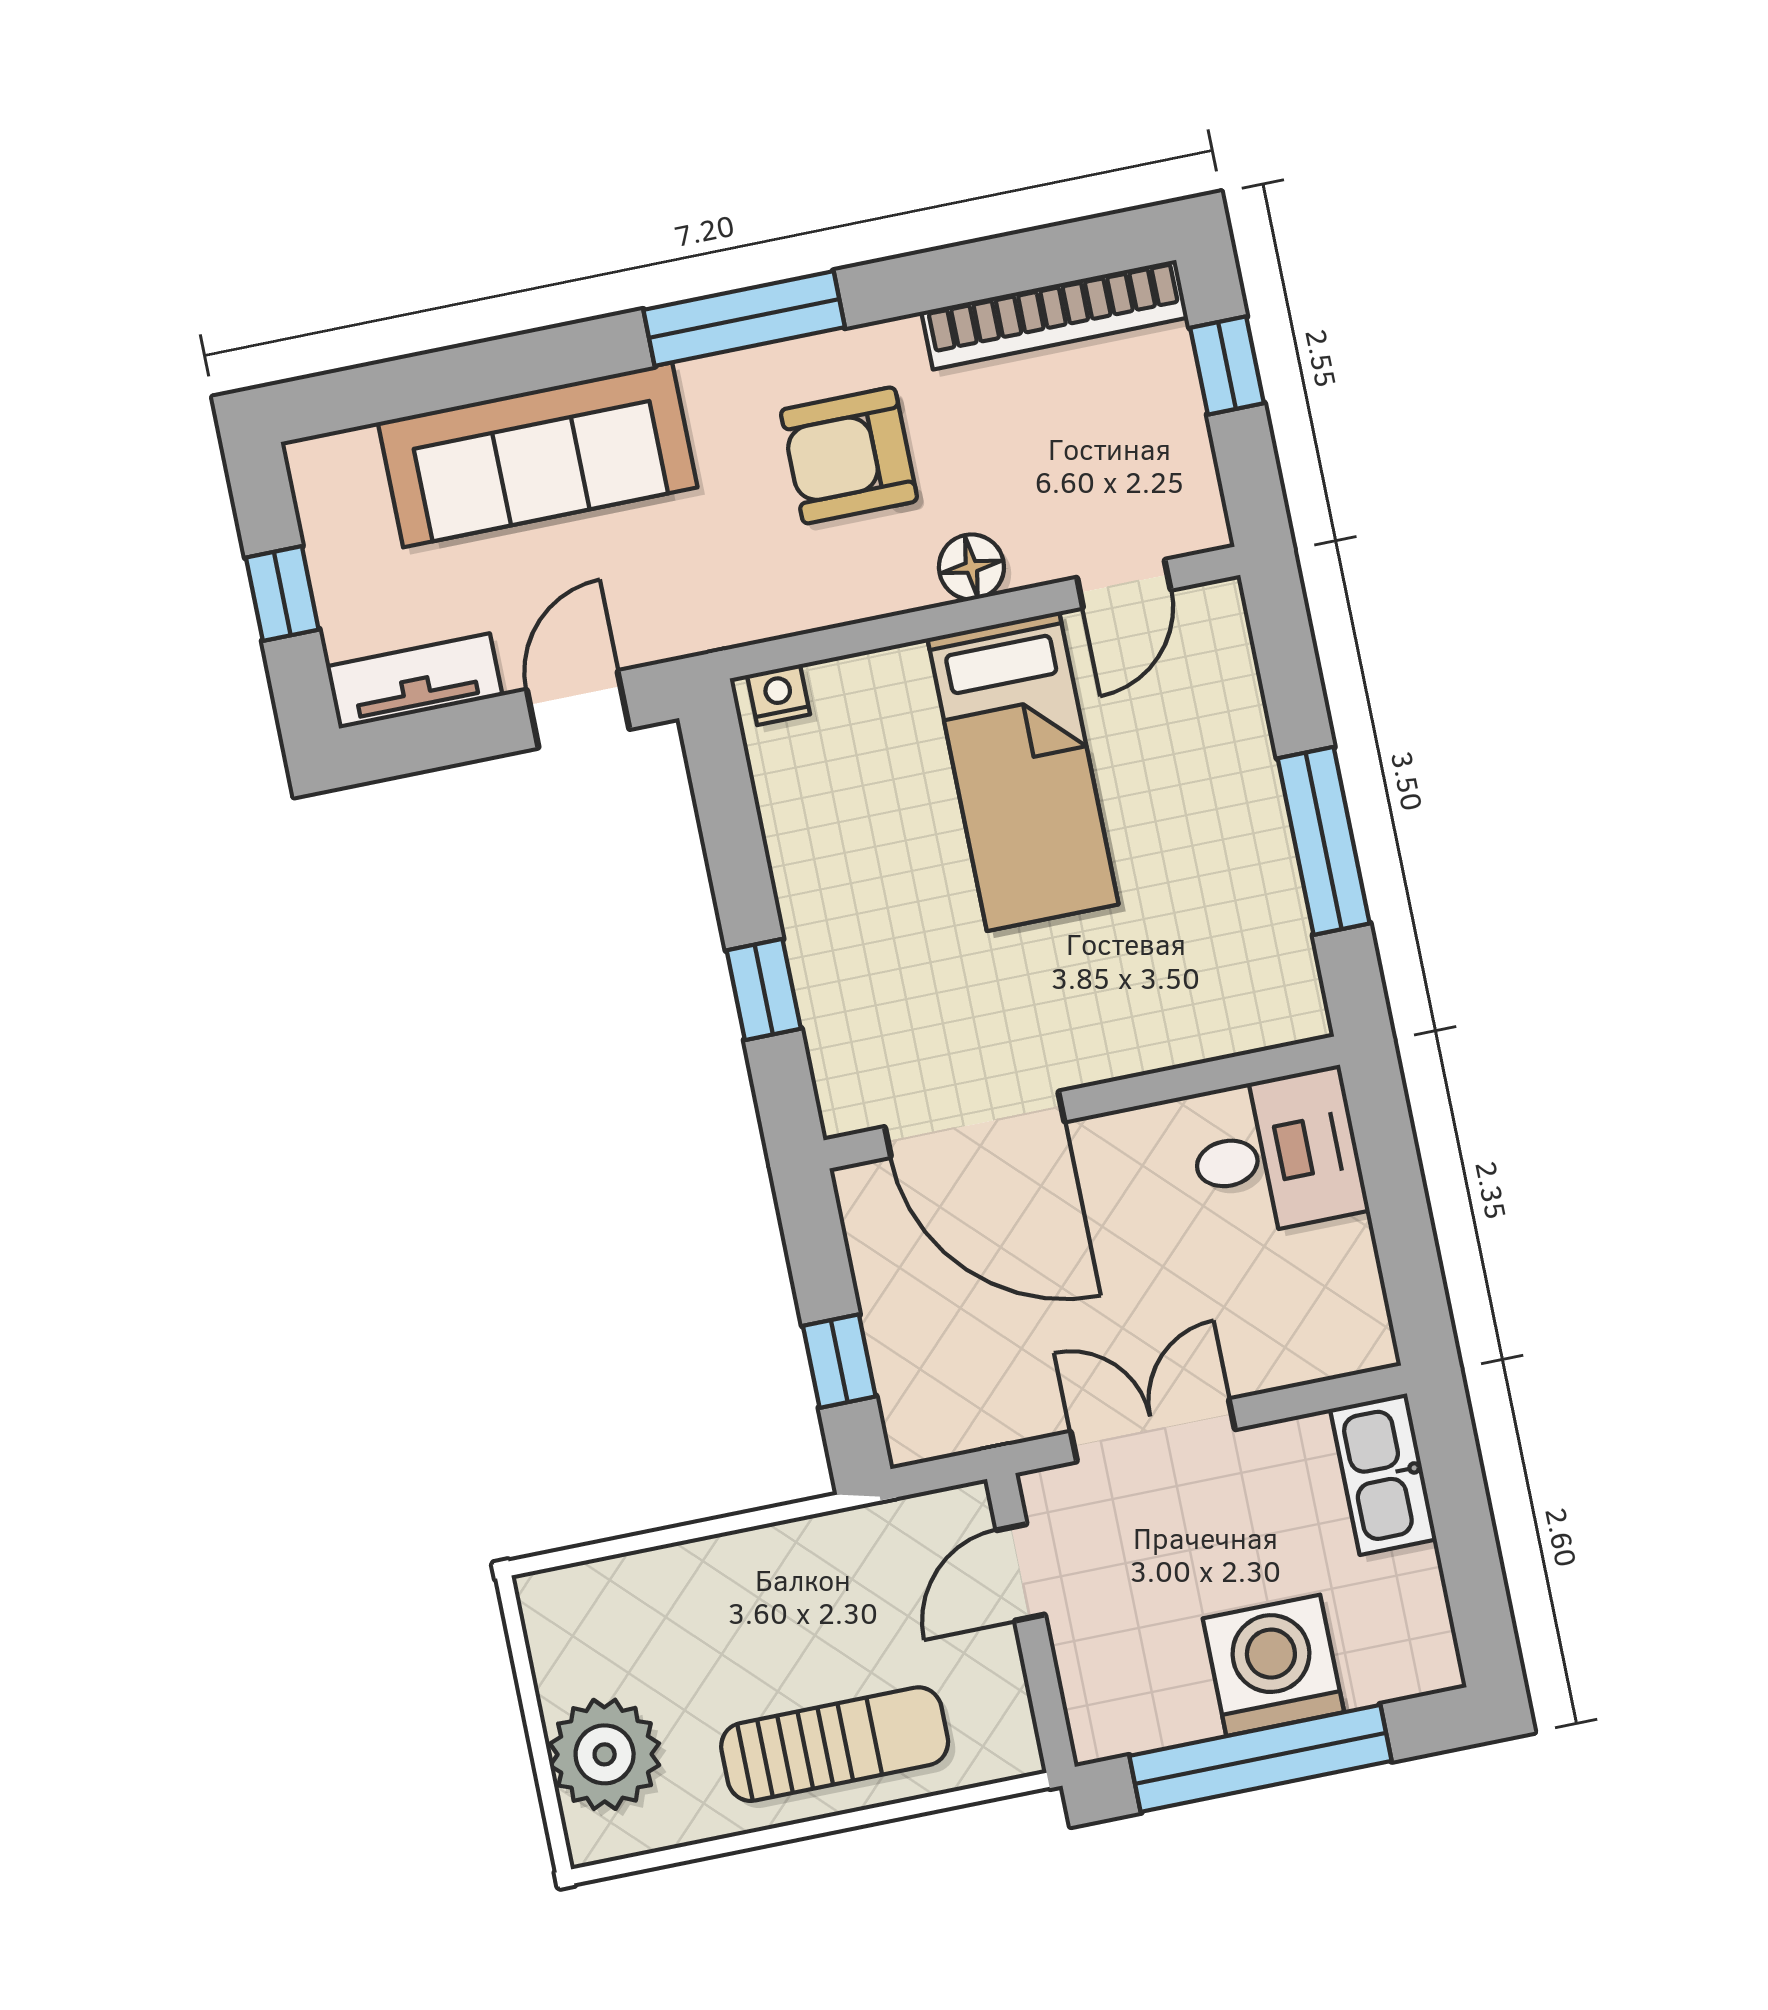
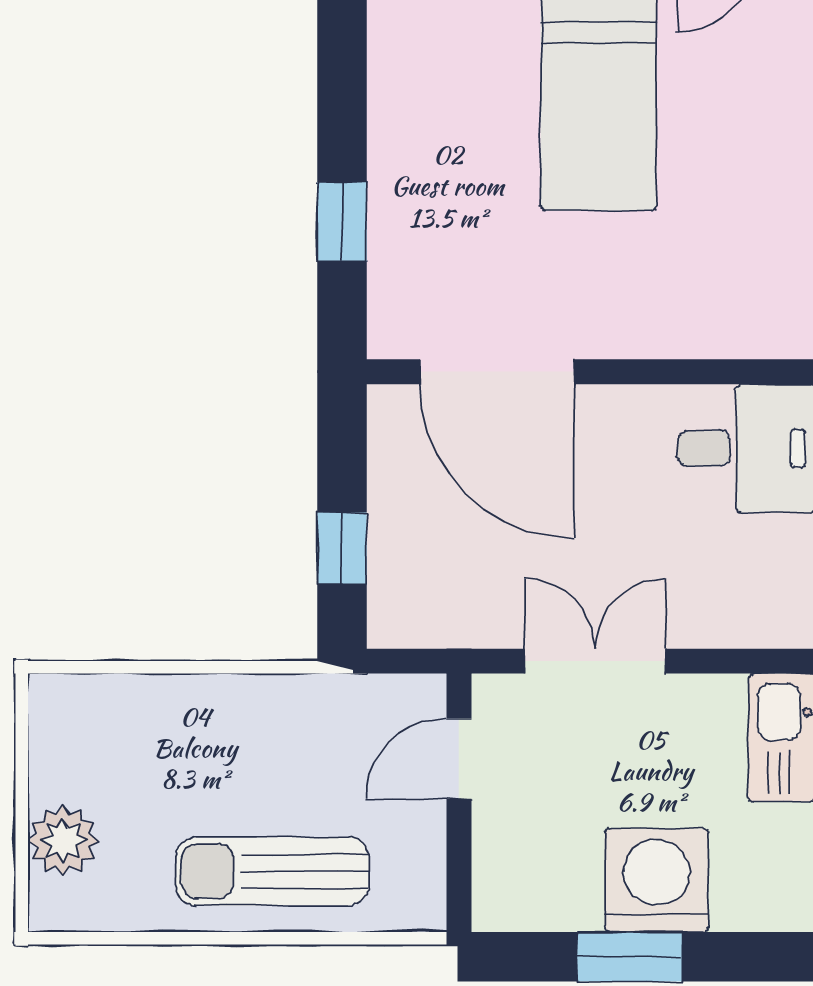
sun lounger: (835, 1744) -> (272, 871), turned 180
plant: (605, 1754) -> (63, 841), width x0.73, depth x0.73
window: (1260, 1758) -> (630, 957), width x0.47

